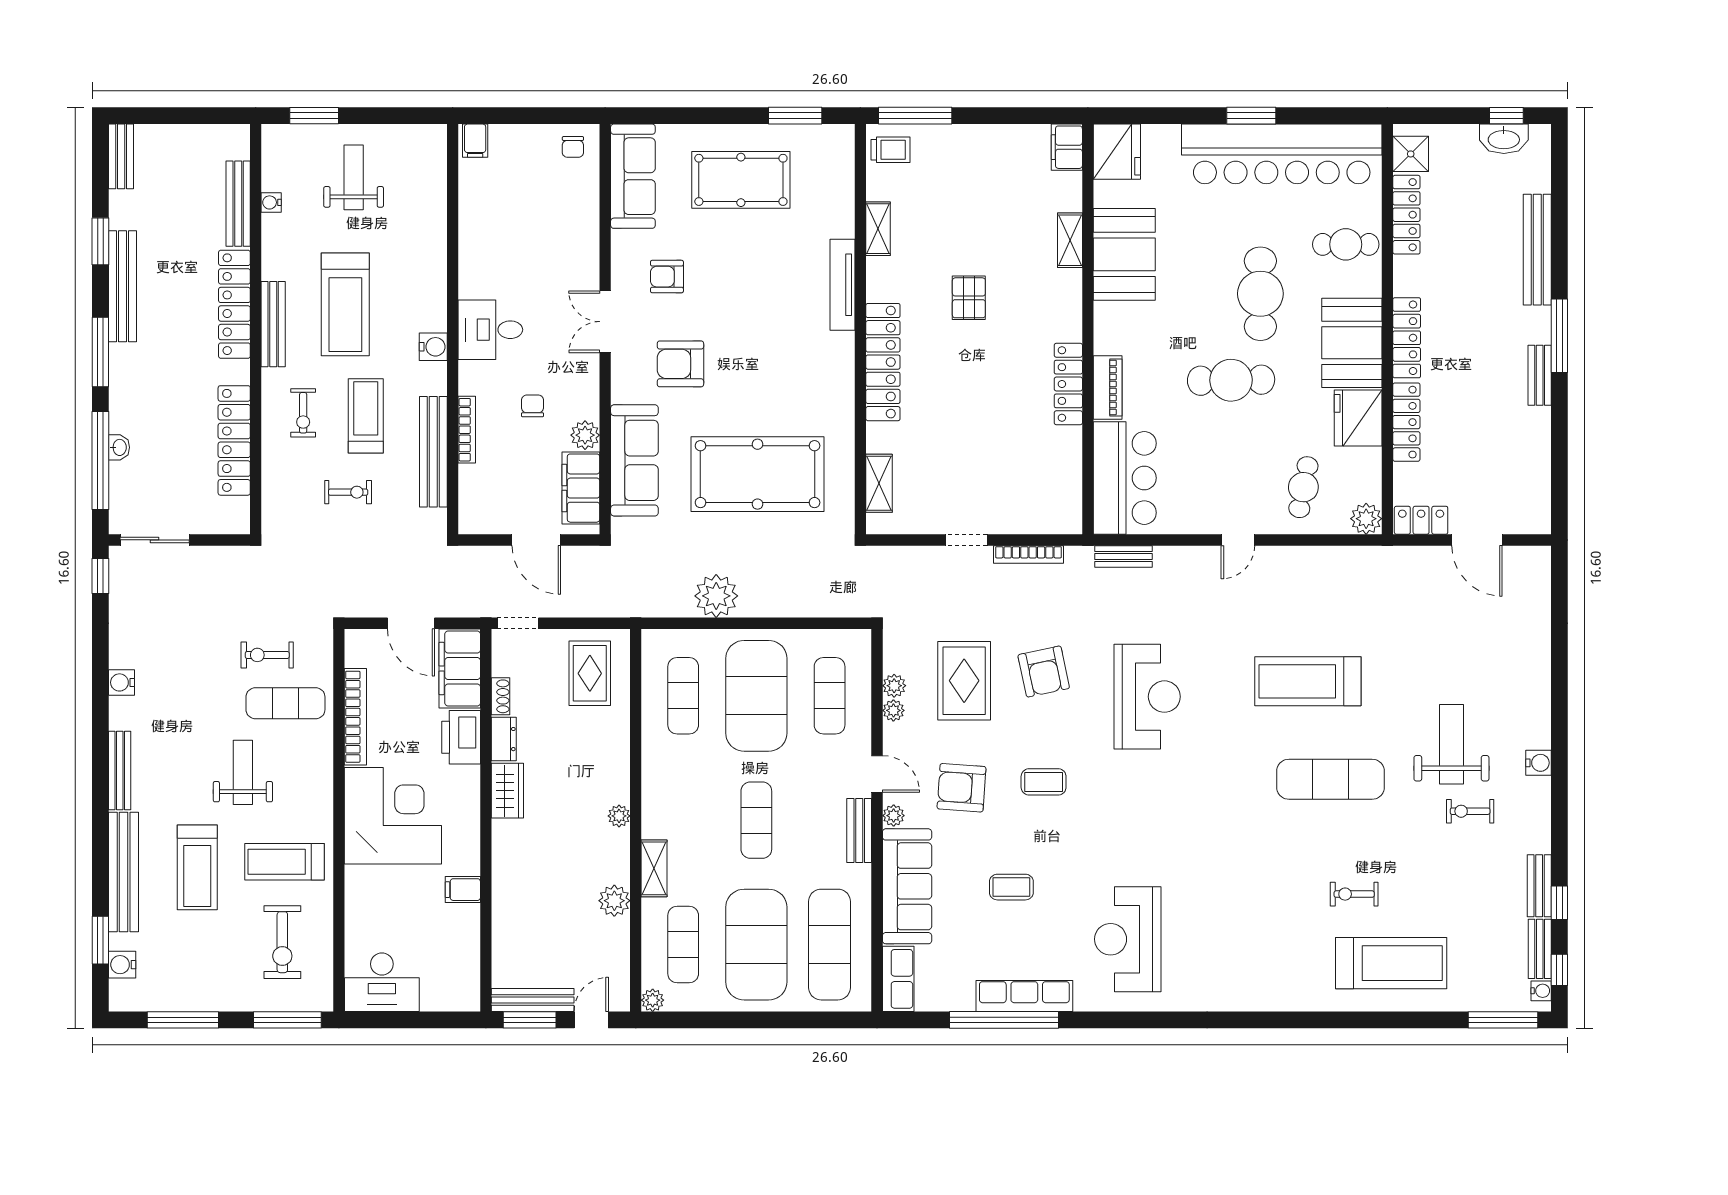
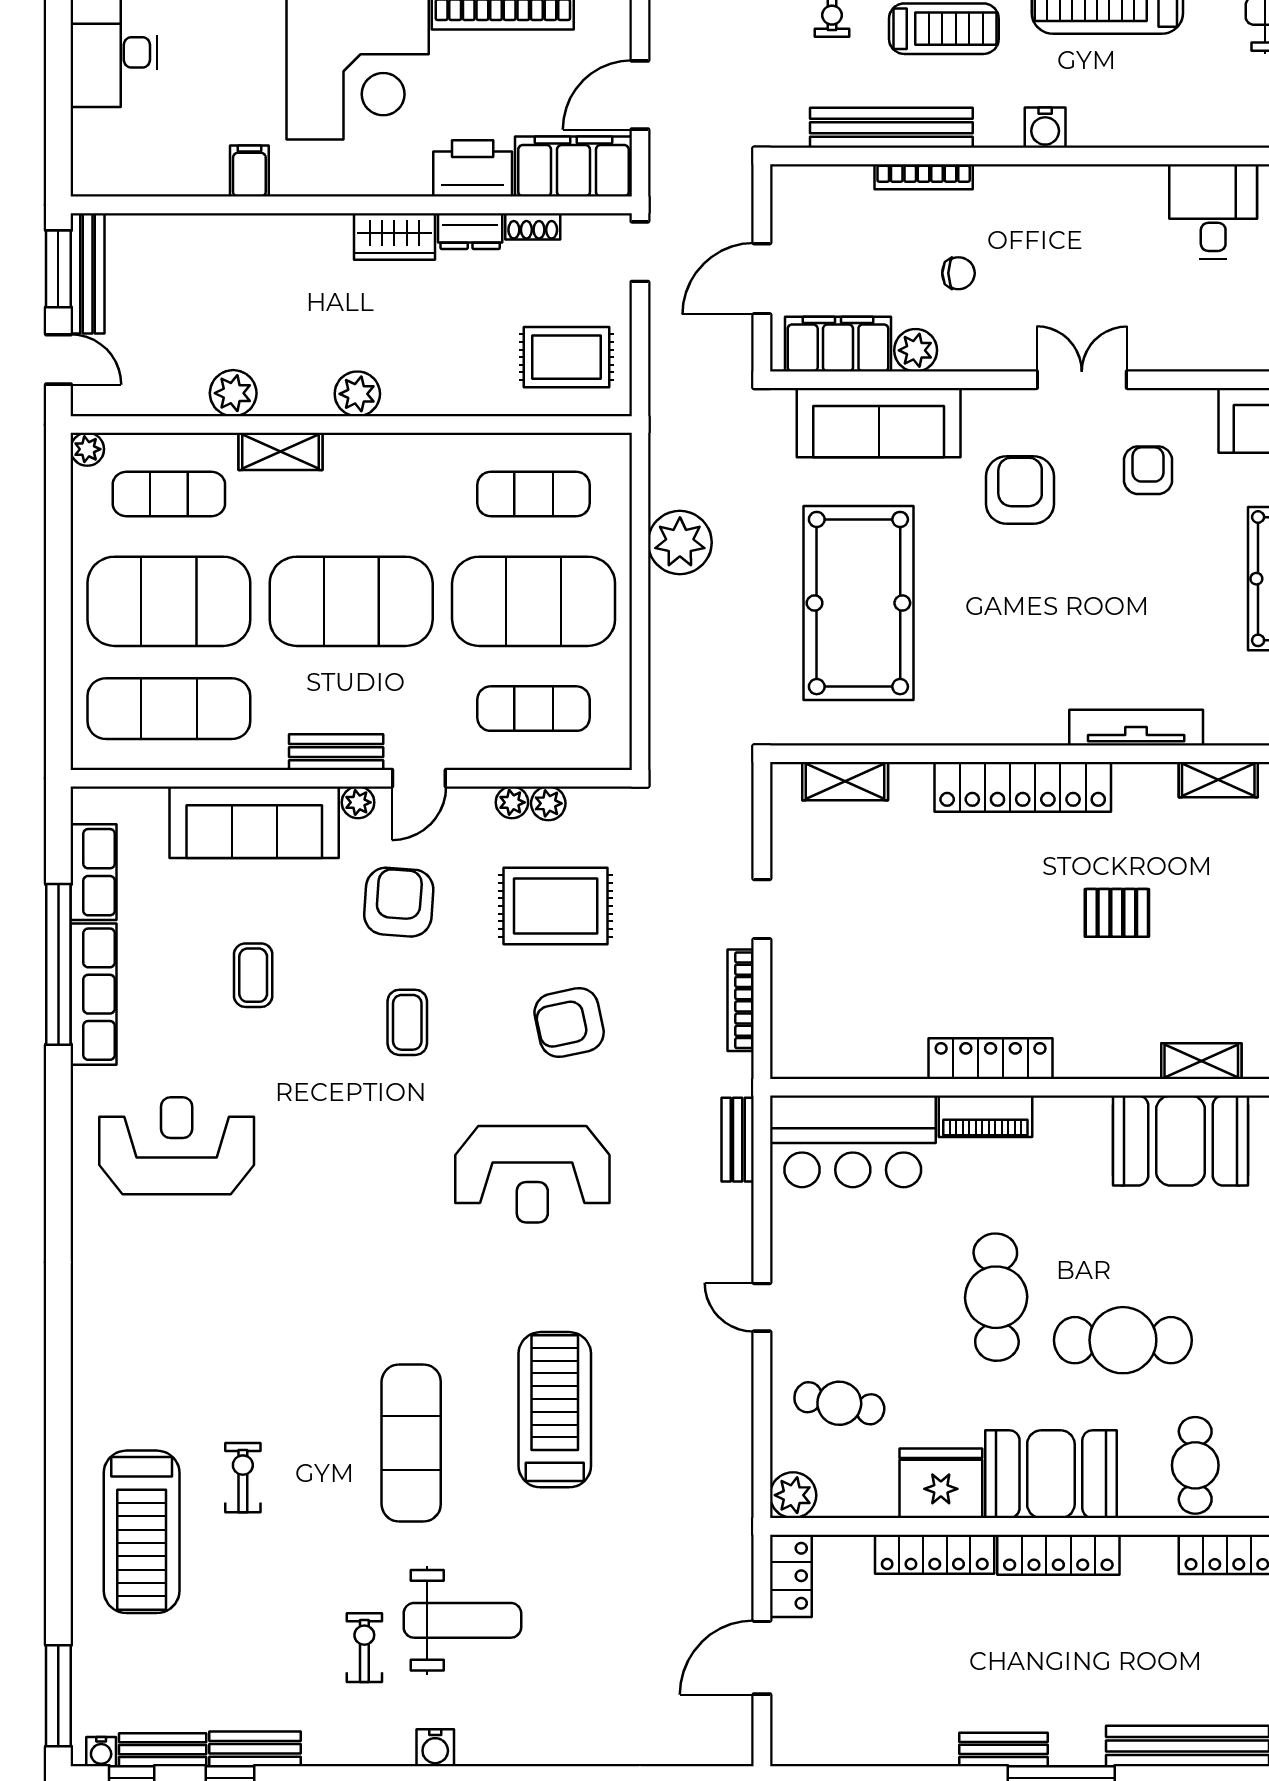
desk: (490, 330) -> (1213, 211), moved
plant: (619, 816) -> (357, 394), width x1.38, depth x1.38
exercise mat: (756, 820) -> (351, 601), width x2.00, depth x1.45
row of seats: (898, 979) -> (94, 872), moved, turned -90

